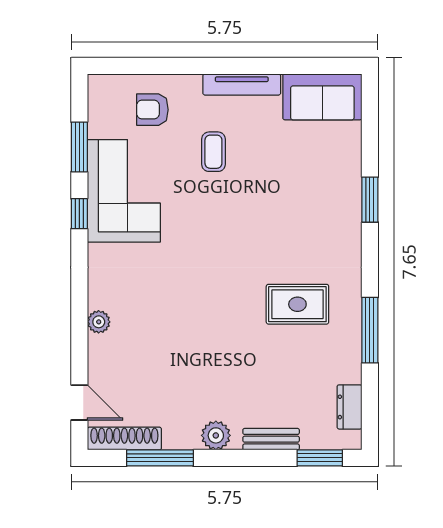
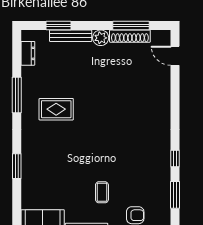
corner sofa: (124, 191) -> (151, 171), removed
plant: (99, 322) -> (164, 100), removed
shoe rack: (124, 439) -> (130, 36), moved
bench: (271, 439) -> (71, 36), width x1.36
window: (320, 458) -> (59, 26), moved

